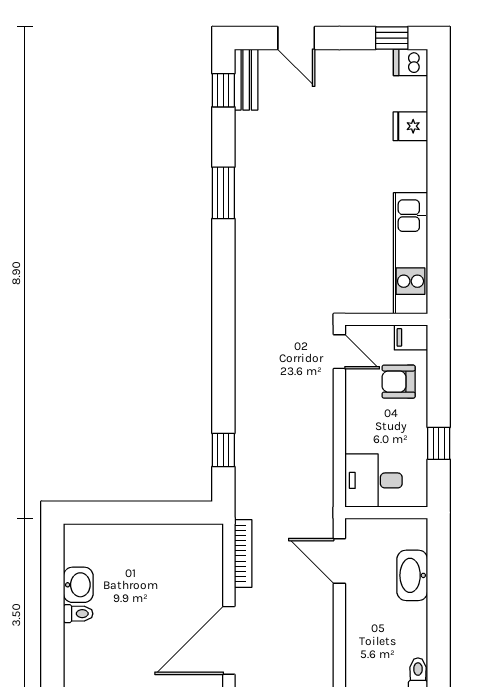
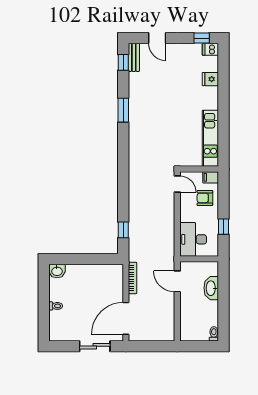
desk: (374, 480) -> (193, 239), width x1.37
washbasin: (78, 585) -> (57, 271), moved, turned 90

